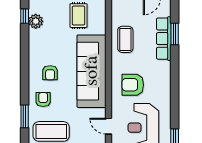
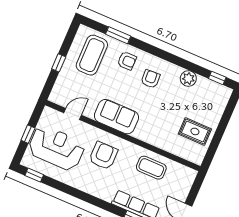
plant: (36, 21) -> (188, 79), moved
sofa: (92, 71) -> (116, 117), width x0.54, depth x0.79
armchair: (50, 73) -> (150, 79), turned 87

